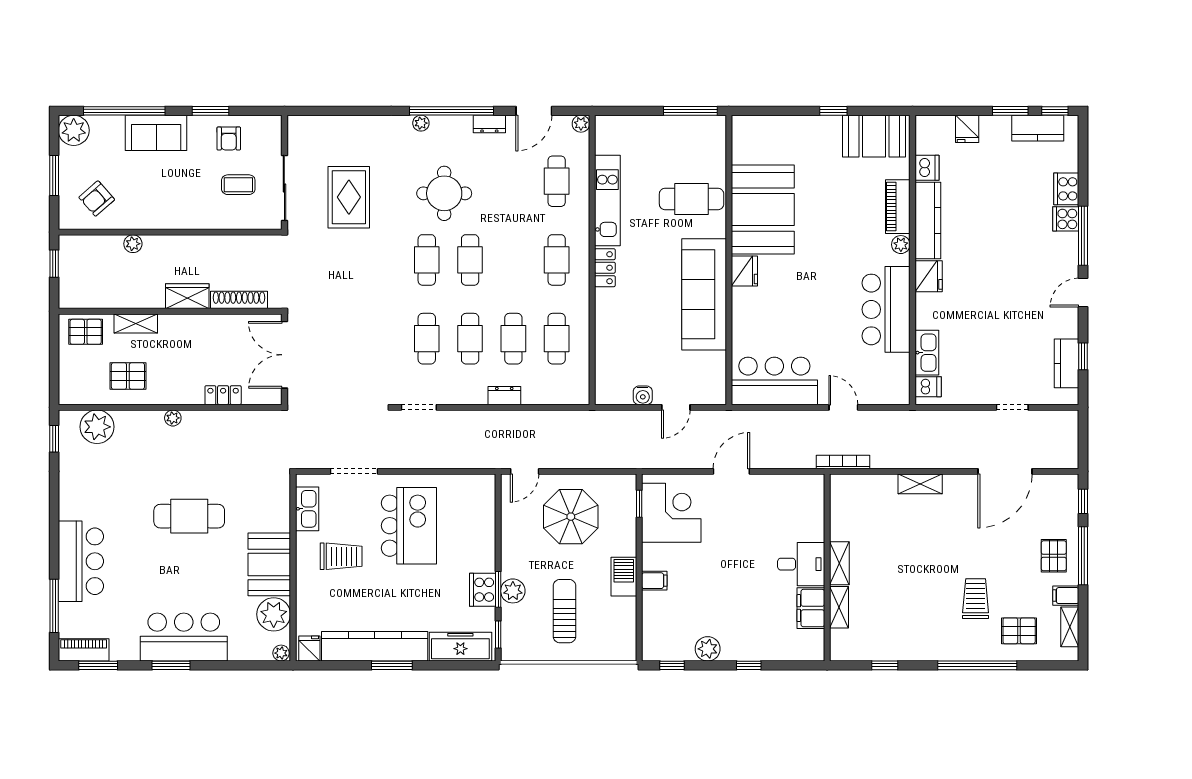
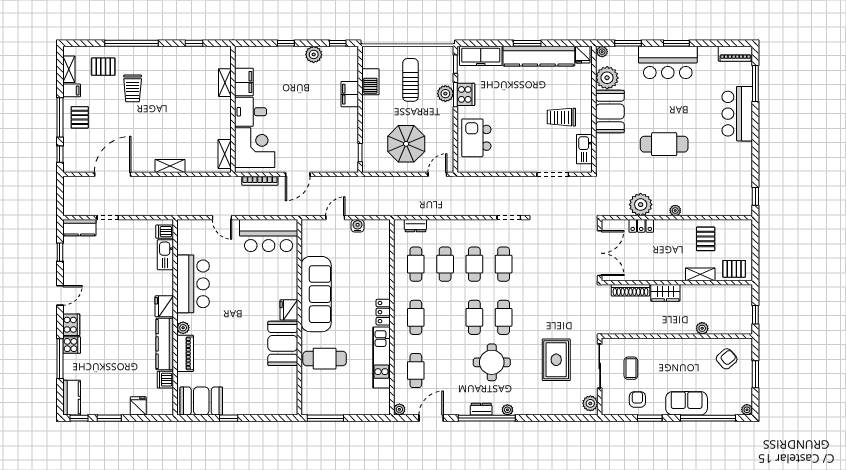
dresser: (489, 124) -> (481, 409), moved
kitchen counter: (1038, 128) -> (72, 398), moved, turned 90
plant: (74, 130) -> (747, 410), width x0.53, depth x0.53
plant: (298, 133) -> (590, 403), added
coffee table: (238, 185) -> (631, 368), turned 90
cooker: (1066, 189) -> (71, 325), moved
booth: (763, 210) -> (283, 343), width x0.73, depth x0.70
window: (1083, 236) -> (60, 359), moved
kitchen counter: (1067, 363) -> (79, 228), moved, turned 90
pallet: (128, 376) -> (706, 239), turned 90
dresser: (504, 396) -> (415, 226), moved
plant: (97, 427) -> (641, 205), moved
bookcase: (843, 462) -> (260, 181), moved
corner desk: (671, 513) -> (255, 148), moved, turned 180
kitchen island: (409, 526) -> (476, 138), moved, width x0.73, depth x0.78
shelving: (839, 563) -> (225, 154), moved
barbecue: (624, 577) -> (370, 82), moved
filing cabinet: (654, 581) -> (350, 94), width x2.00
sun lounger: (564, 611) -> (410, 80), turned 180
window: (98, 665) -> (628, 43), moved

